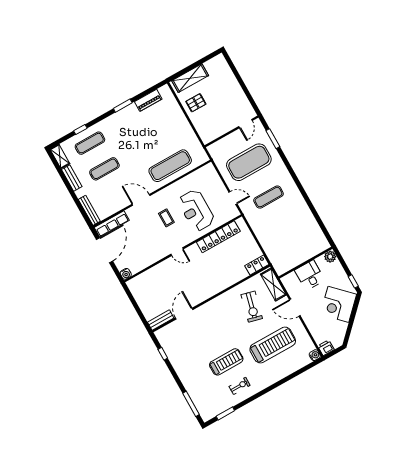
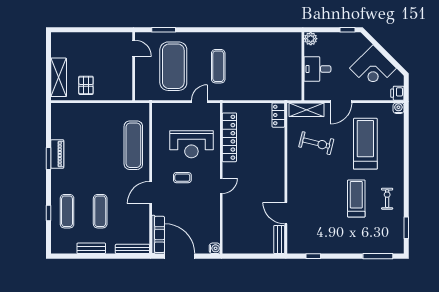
piano: (148, 100) -> (57, 154), moved
shelving: (60, 156) -> (64, 248), removed
corner desk: (338, 304) -> (373, 68), moved

